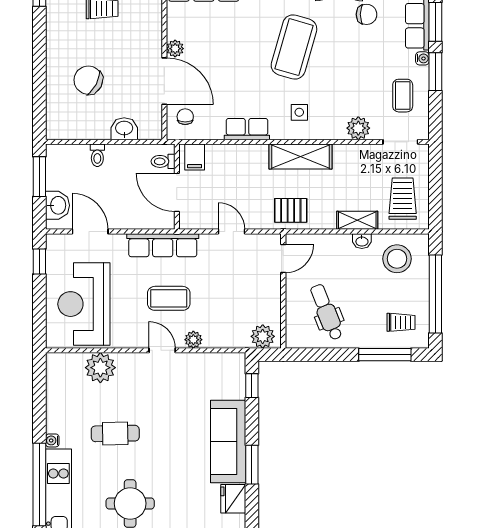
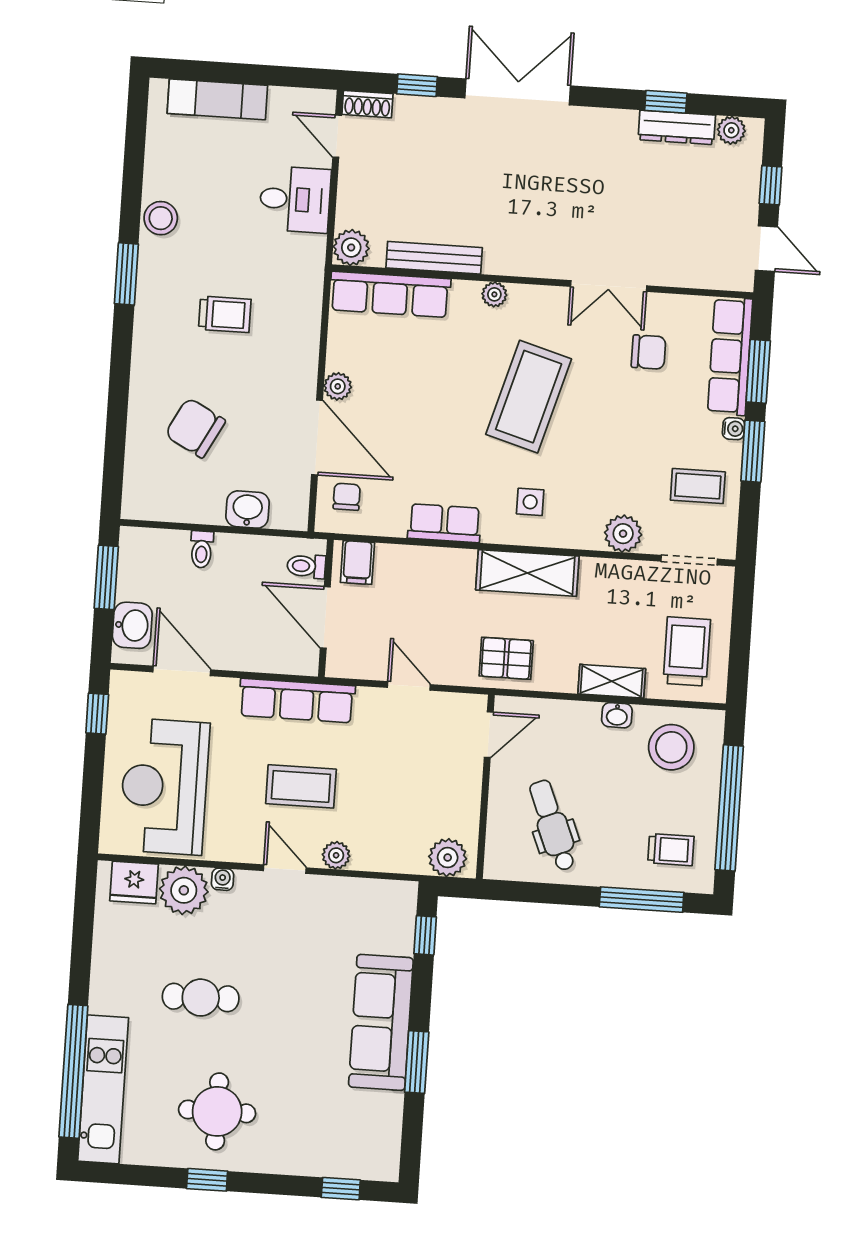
coffee table: (403, 96) -> (698, 486), turned 90
water cooler: (52, 440) -> (223, 879), moved, turned 90
fridge: (233, 499) -> (134, 882), moved, turned -90

